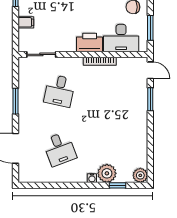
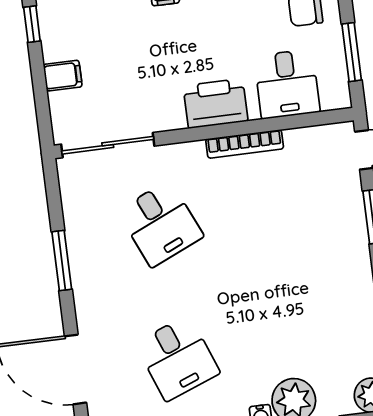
desk: (121, 38) -> (287, 84), width x0.73
sliding door: (41, 54) -> (108, 145), width x1.37
desk: (60, 91) -> (160, 224), turned -36

